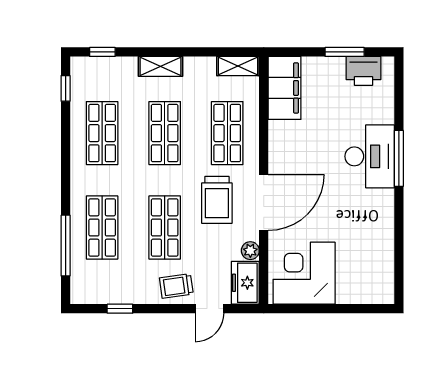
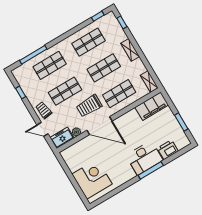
printer: (363, 71) -> (168, 150), moved, turned 90
corner desk: (304, 273) -> (92, 179), moved

